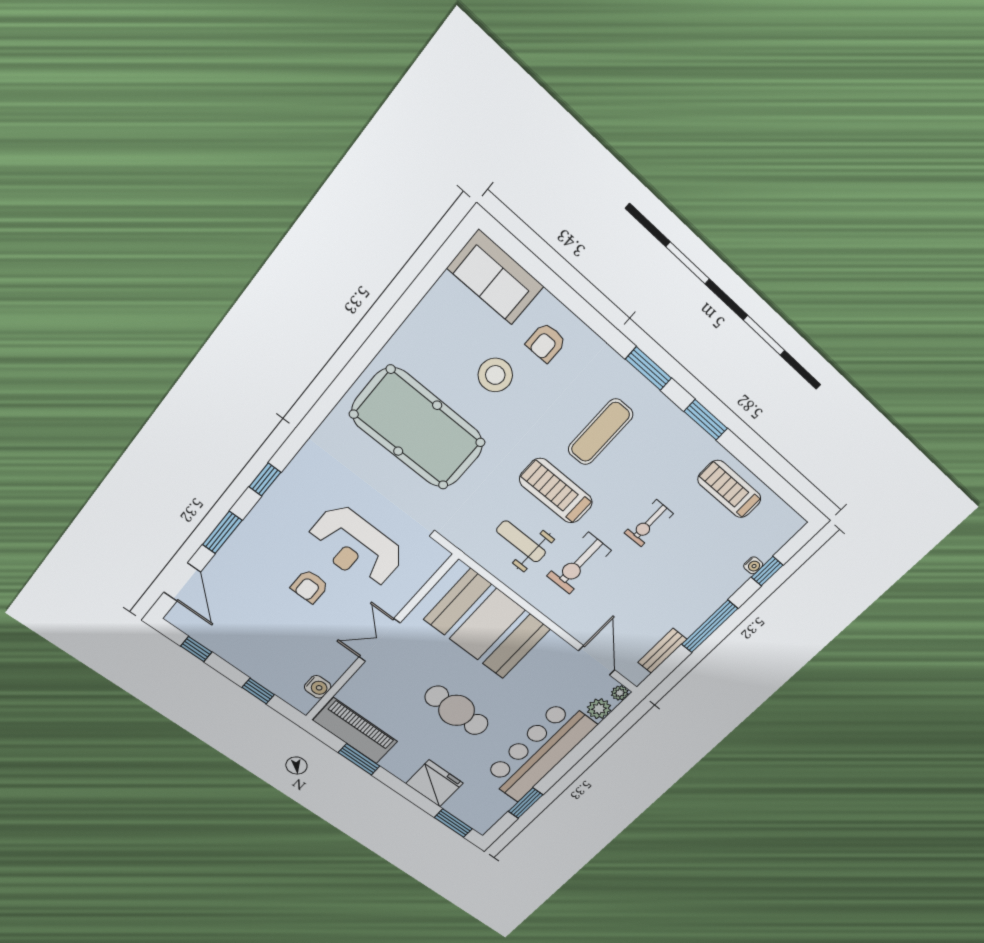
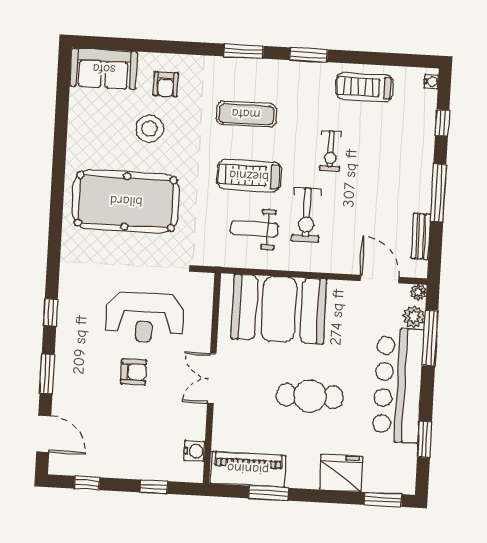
exercise mat: (600, 432) -> (246, 114), turned 90
water cooler: (753, 565) -> (431, 82), moved
armchair: (310, 586) -> (134, 372), turned -90
window: (598, 734) -> (430, 338), added

